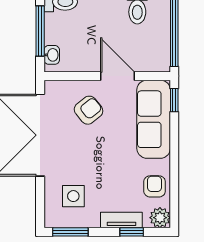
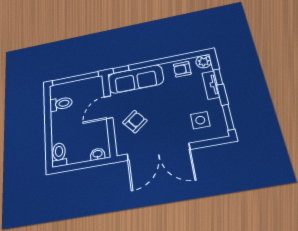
window: (40, 31) -> (81, 165), removed
armchair: (89, 110) -> (135, 122), turned 90

